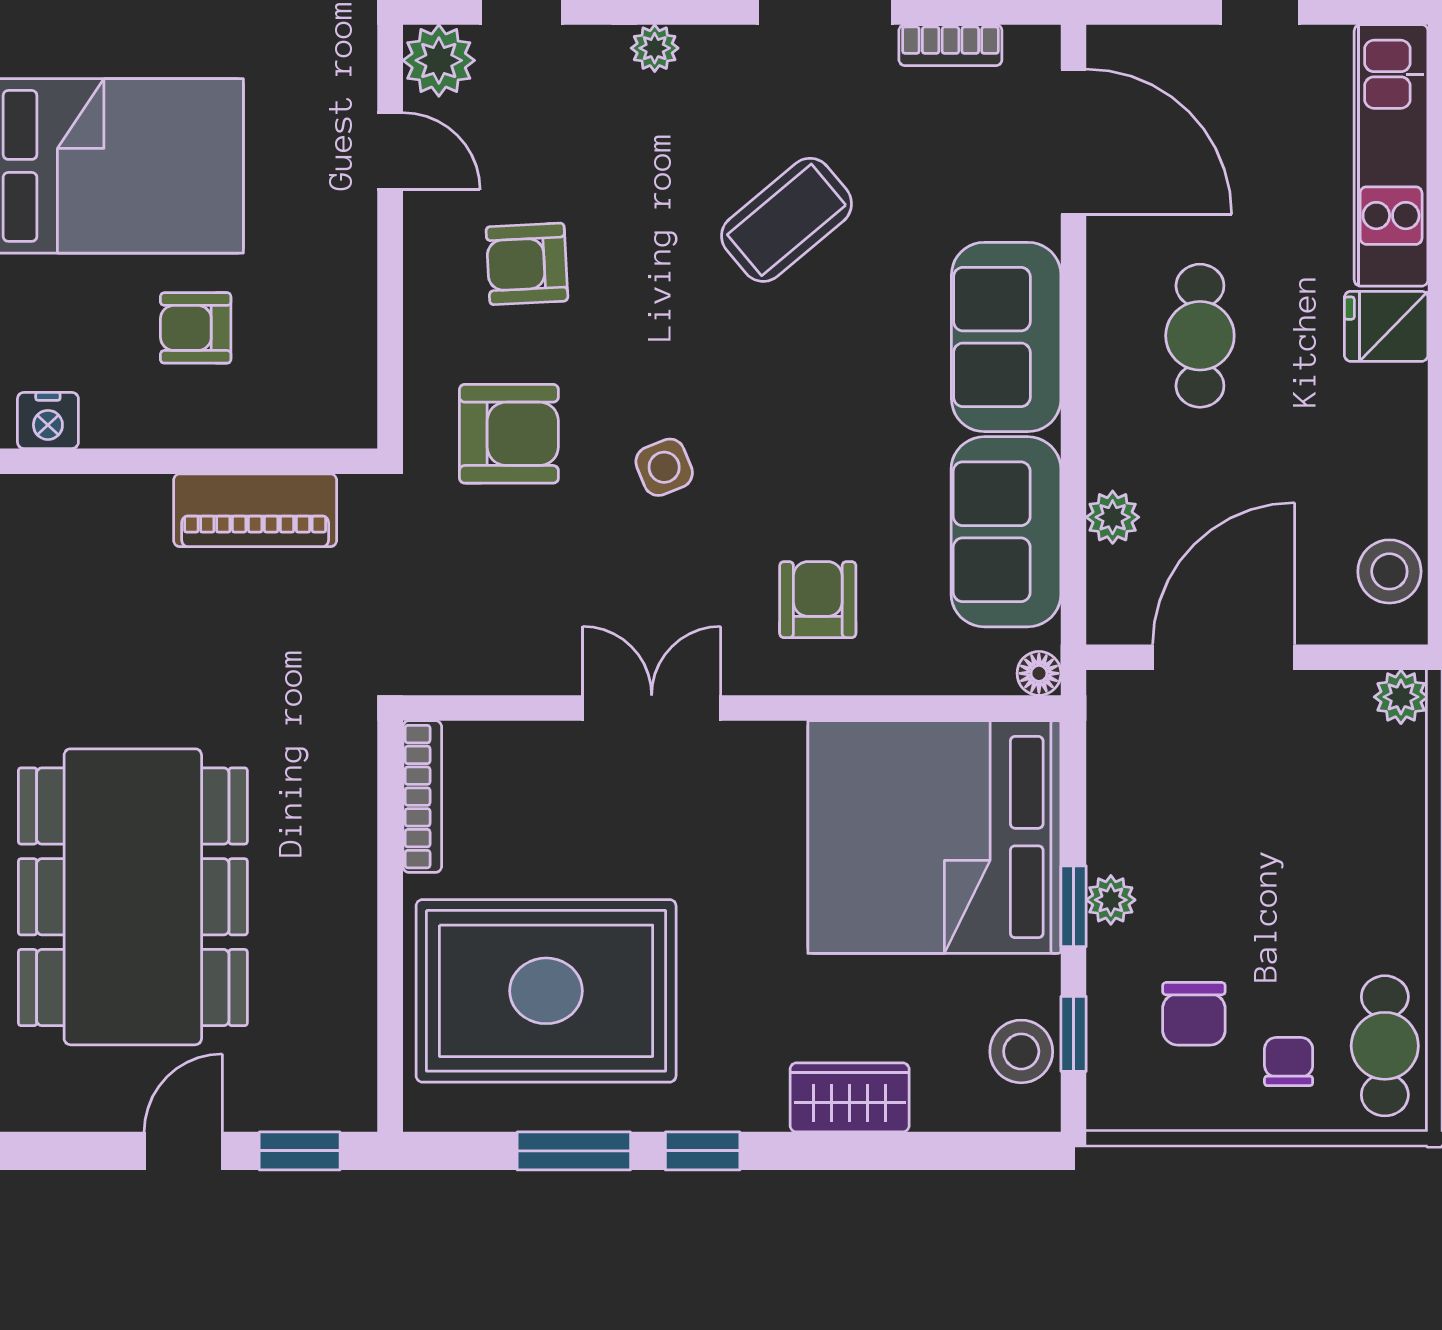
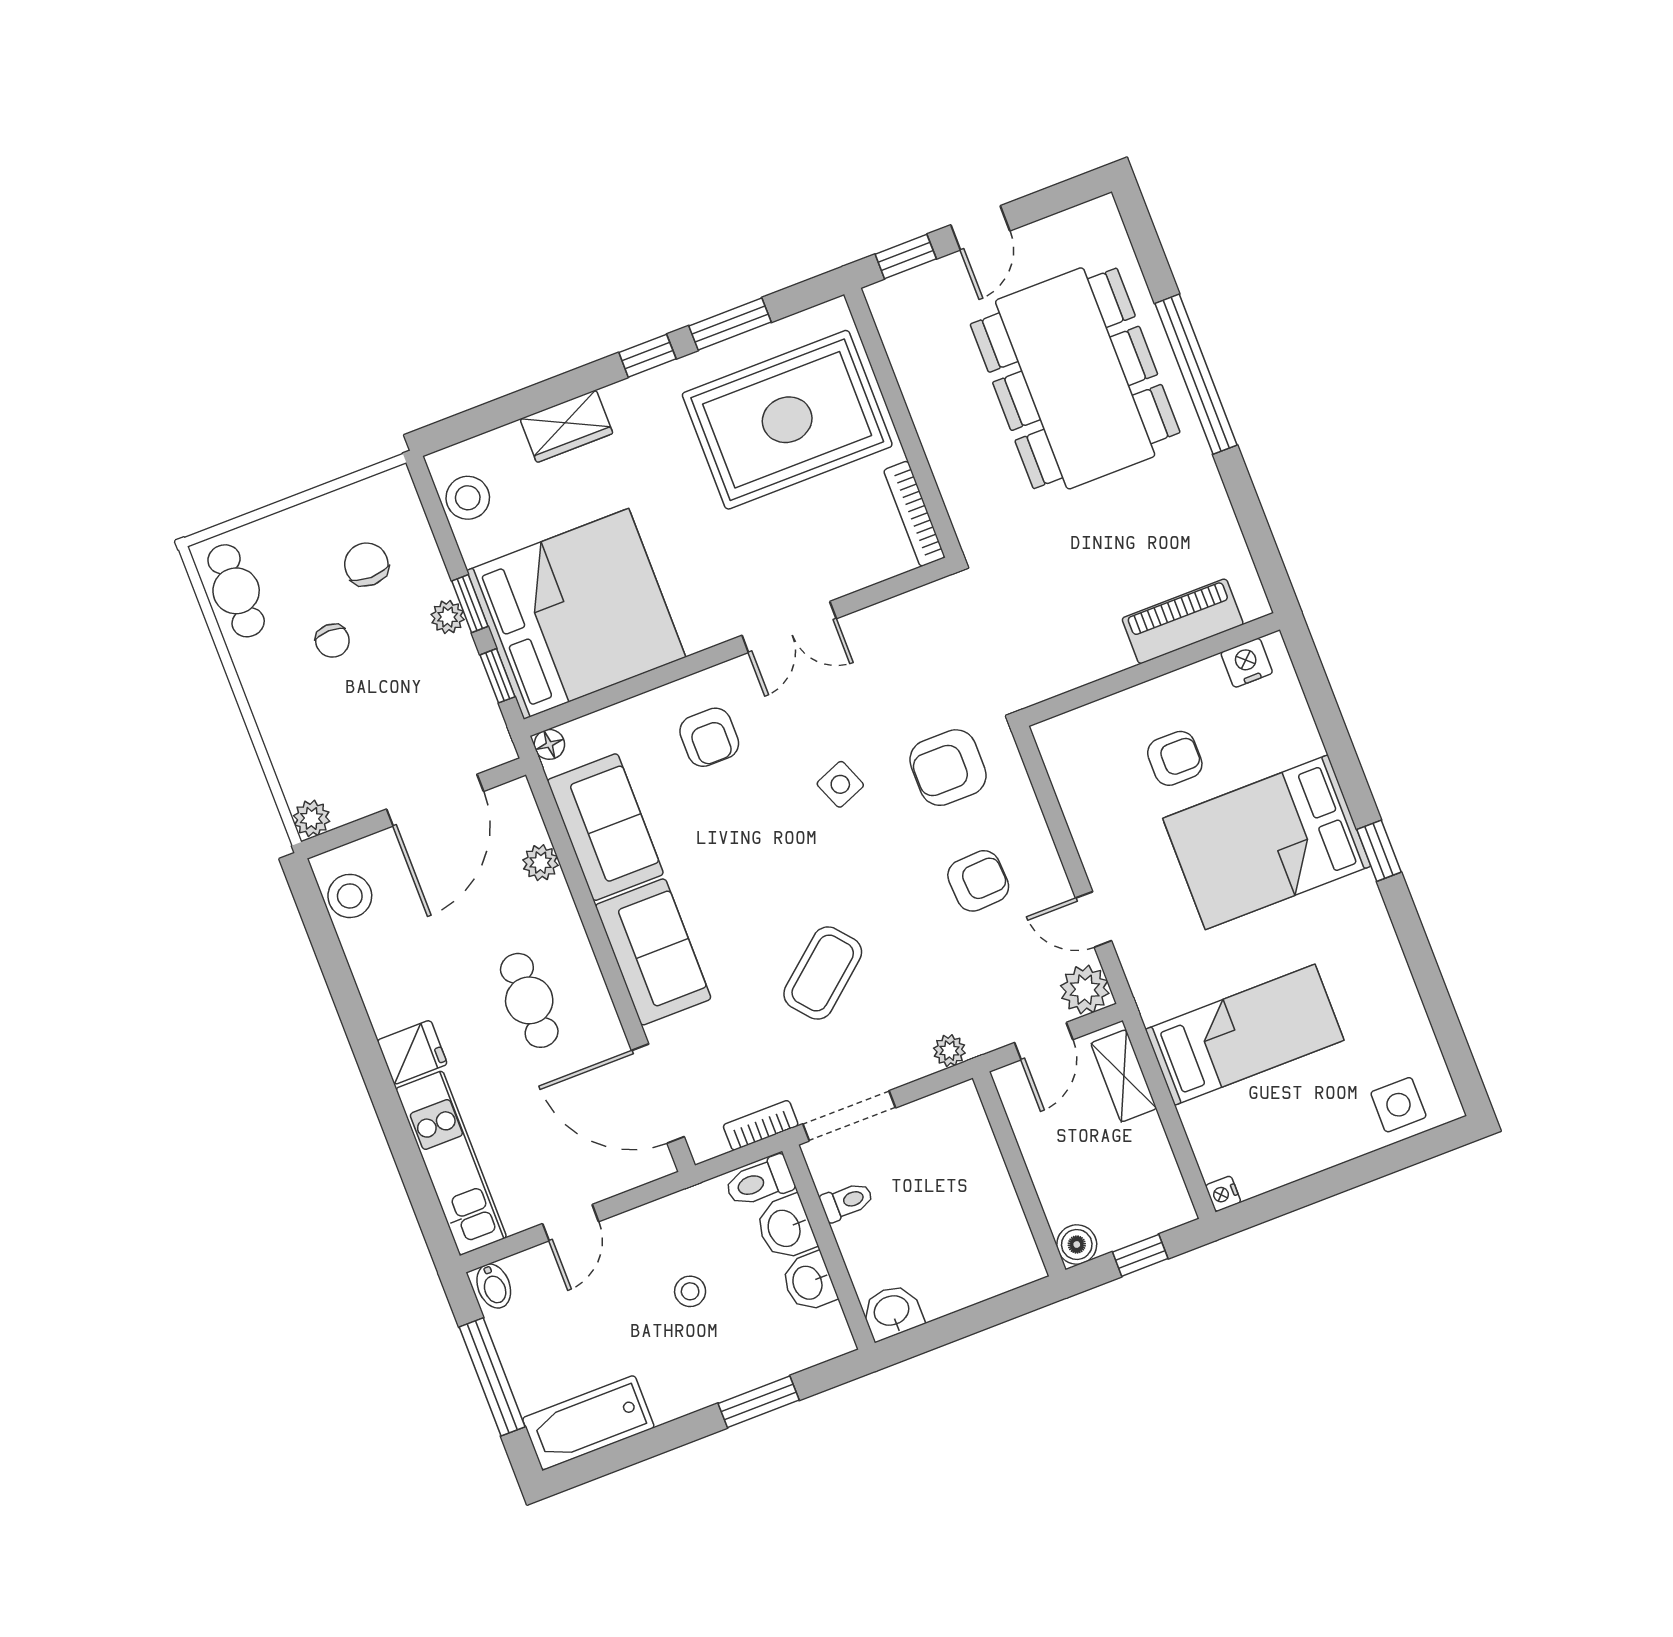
piano: (255, 510) -> (1183, 621), moved
window: (1074, 1034) -> (498, 676), moved
chair: (1289, 1062) -> (332, 641), moved

